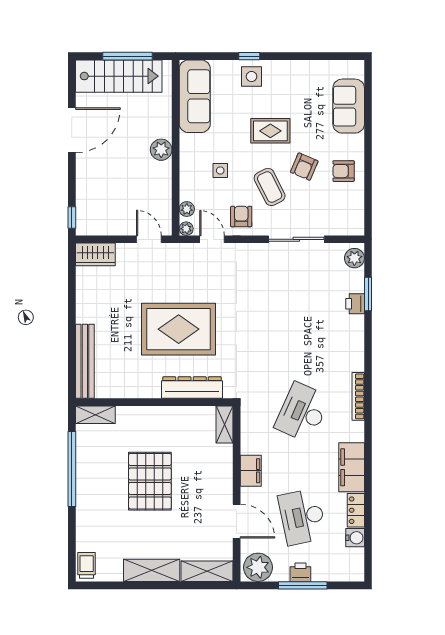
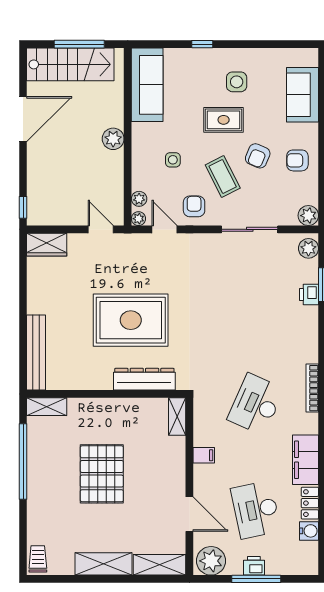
side table: (252, 76) -> (237, 82), moved
plant: (354, 226) -> (308, 216), added
filing cabinet: (251, 471) -> (204, 455), width x0.50

